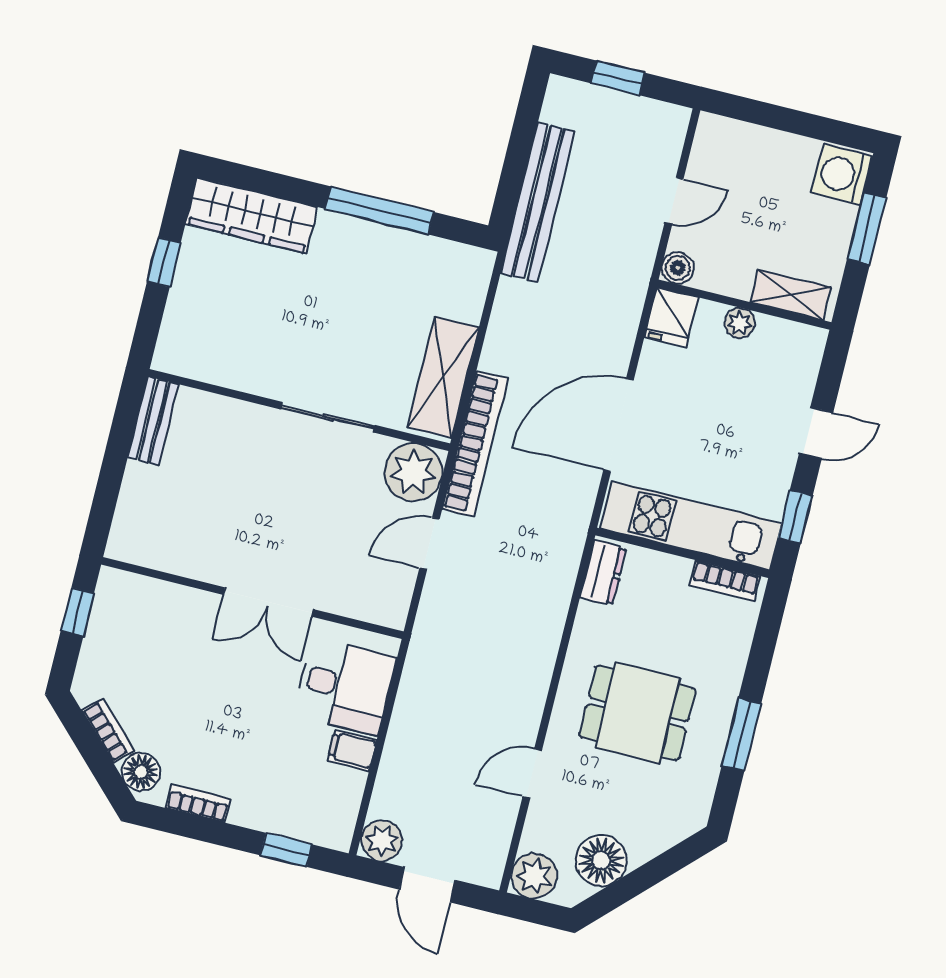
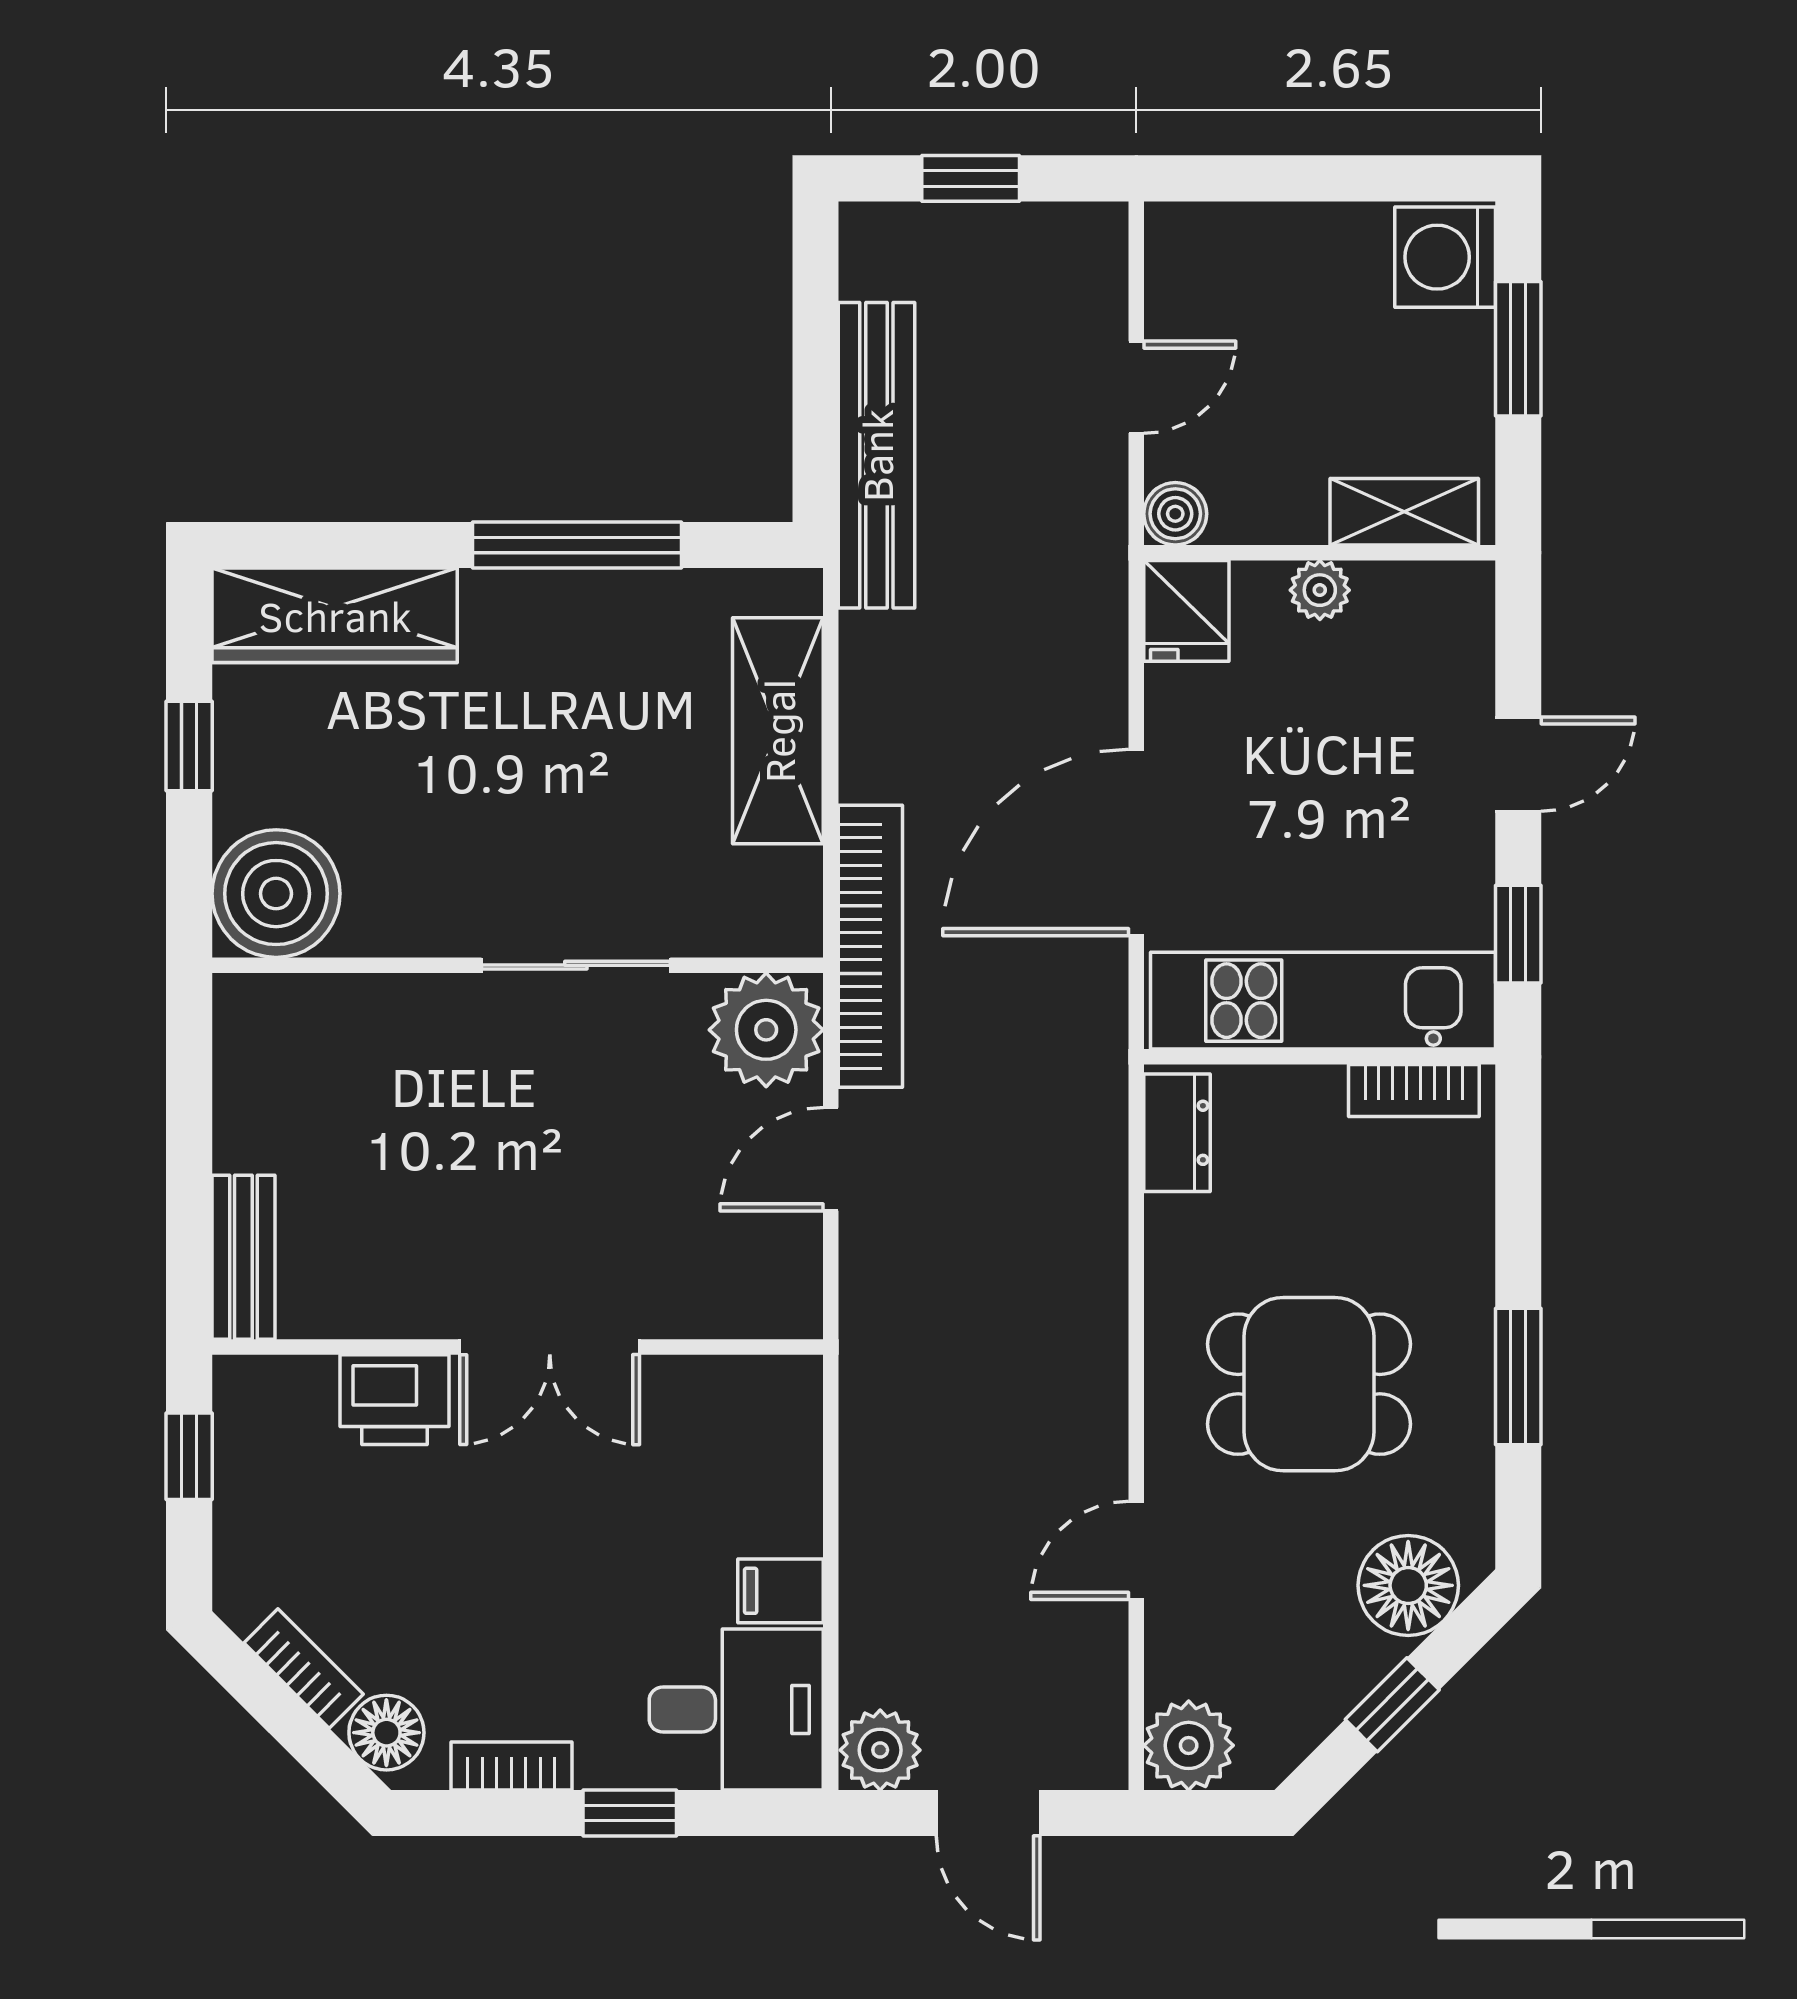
boiler: (189, 345) -> (276, 894), added
shelving: (443, 377) -> (778, 731), moved
bench: (153, 421) -> (243, 1257), moved
printer: (185, 609) -> (395, 1400), added
desk: (345, 686) -> (736, 1710), moved
window: (286, 850) -> (630, 1813), moved
floor lamp: (601, 860) -> (1408, 1585), moved
window: (639, 881) -> (1392, 1705), added

